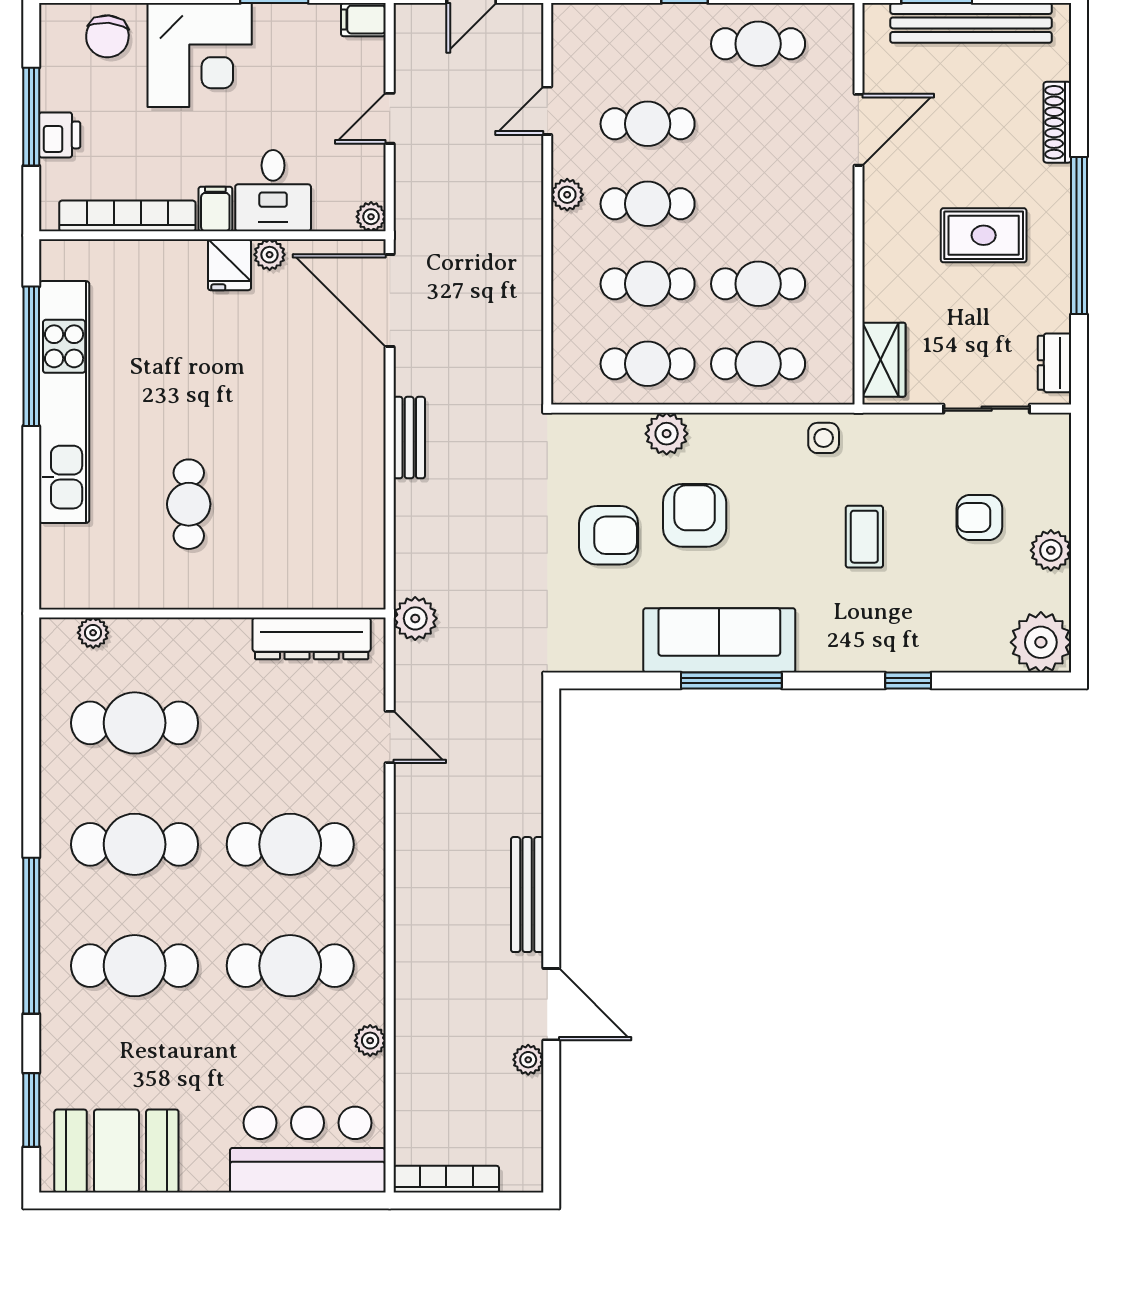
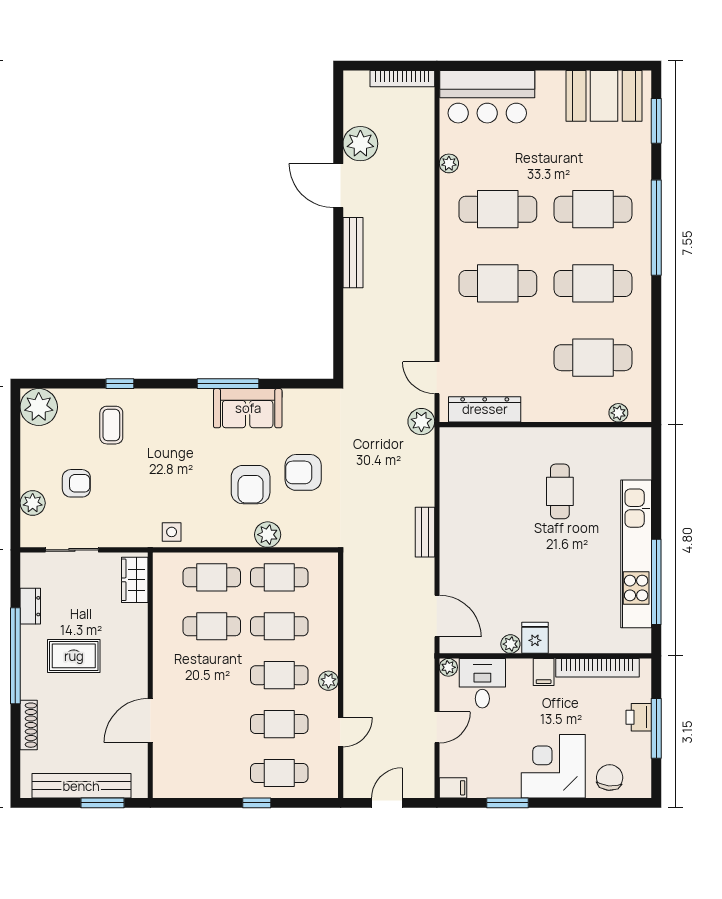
cafe table: (758, 44) -> (279, 773), moved
desk: (273, 191) -> (482, 683), moved
door: (390, 301) -> (437, 616), width x0.73
dresser: (1055, 363) -> (30, 606), moved
coffee table: (864, 537) -> (111, 425), moved
plant: (1051, 550) -> (33, 503), moved
sofa: (719, 640) -> (248, 408), width x0.73
door: (390, 737) -> (437, 378), moved
plant: (528, 1060) -> (360, 144), width x1.88, depth x1.88

